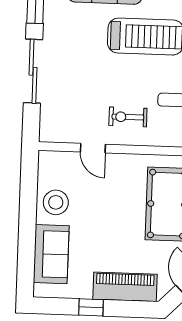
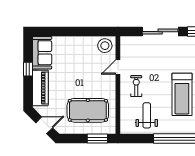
stool: (56, 202) -> (105, 46), moved
sofa: (51, 254) -> (42, 53), moved, turned -90

